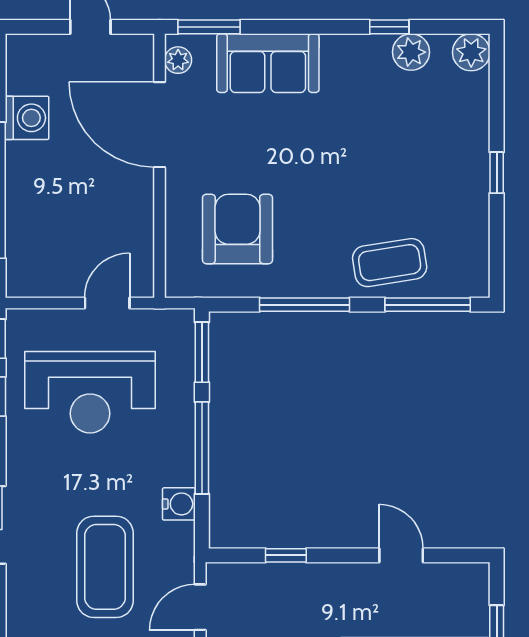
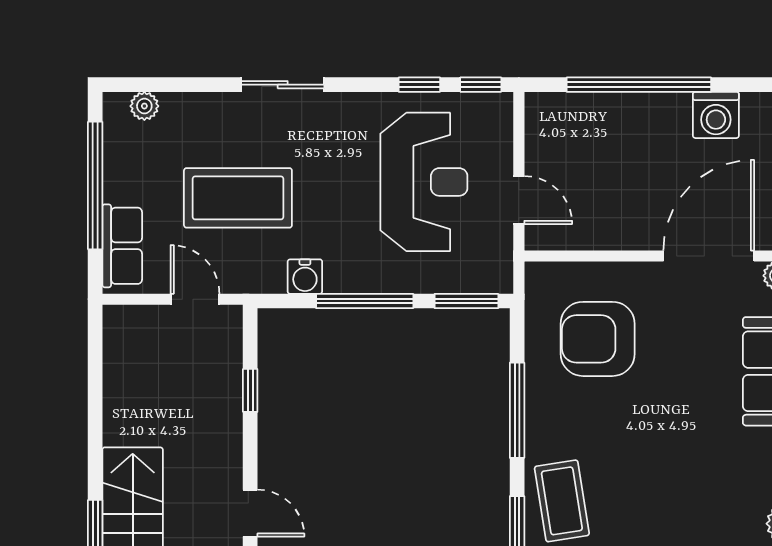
armchair: (237, 229) -> (598, 339), turned 180
reception desk: (90, 392) -> (424, 182), turned 180
door: (401, 555) -> (250, 513), hinge flipped

